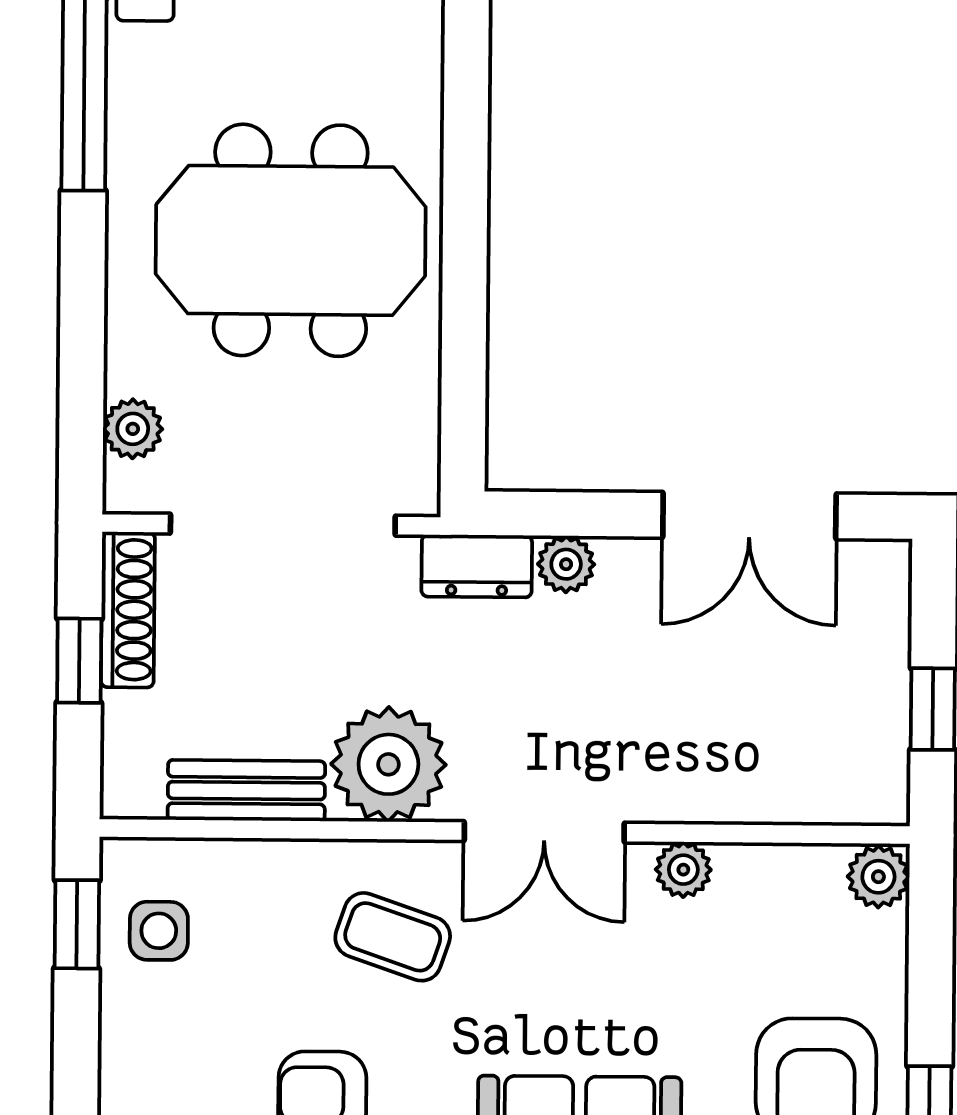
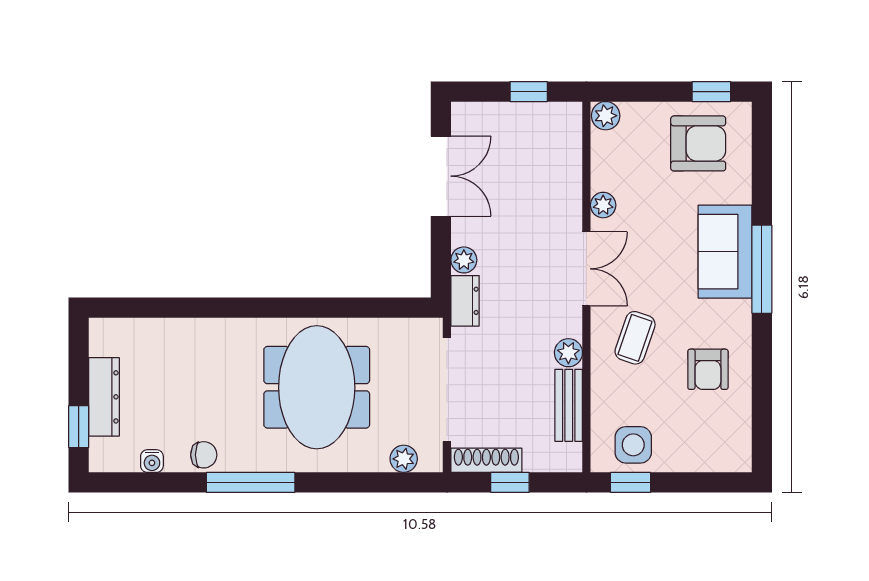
plant: (388, 764) -> (568, 353), width x0.53, depth x0.53
side table: (159, 931) -> (633, 445), width x1.37, depth x1.37

